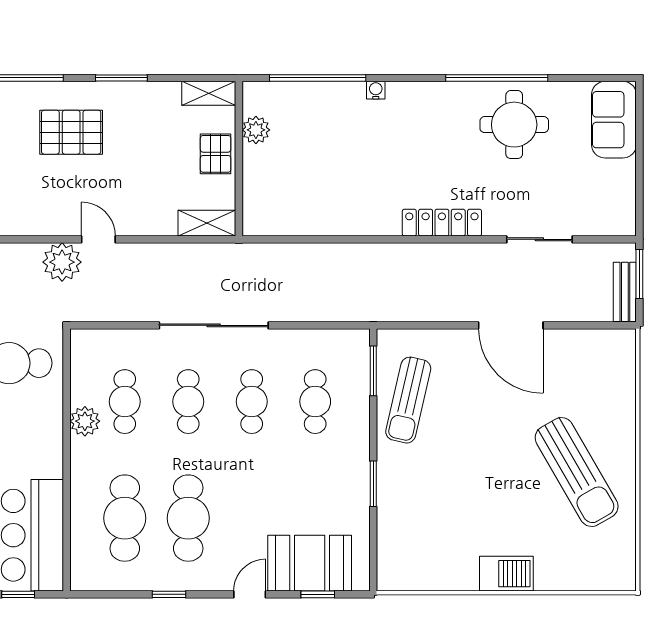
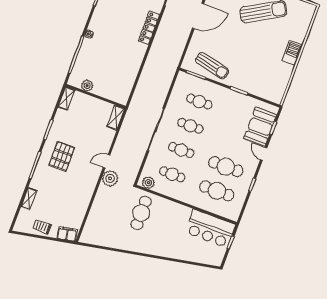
pallet: (216, 154) -> (91, 104), removed
plant: (85, 421) -> (148, 183), moved

